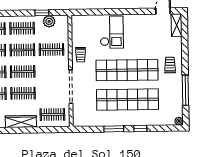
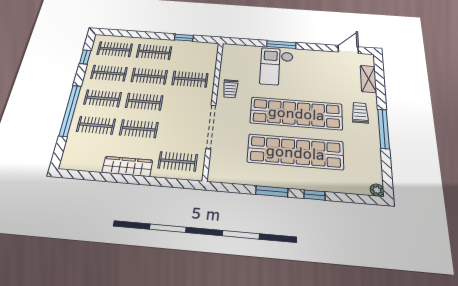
window: (114, 12) -> (281, 45), added
plant: (49, 21) -> (192, 48), removed
shelving: (177, 25) -> (368, 79), moved
checkout: (112, 32) -> (277, 67), turned 180
window: (185, 90) -> (384, 129), moved

